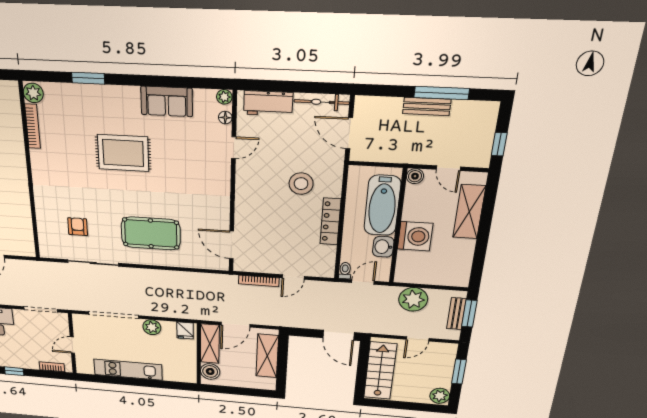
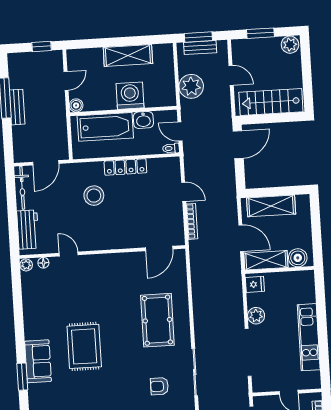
sofa: (167, 101) -> (38, 361), moved
shelving: (469, 212) -> (128, 55), moved

